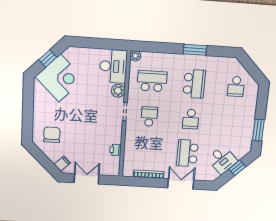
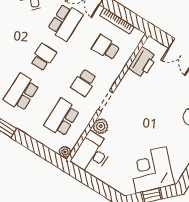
school desk: (152, 81) -> (62, 118), turned 90
printer: (115, 150) -> (143, 62), width x1.87, depth x1.48
school desk: (147, 151) -> (106, 48), added

